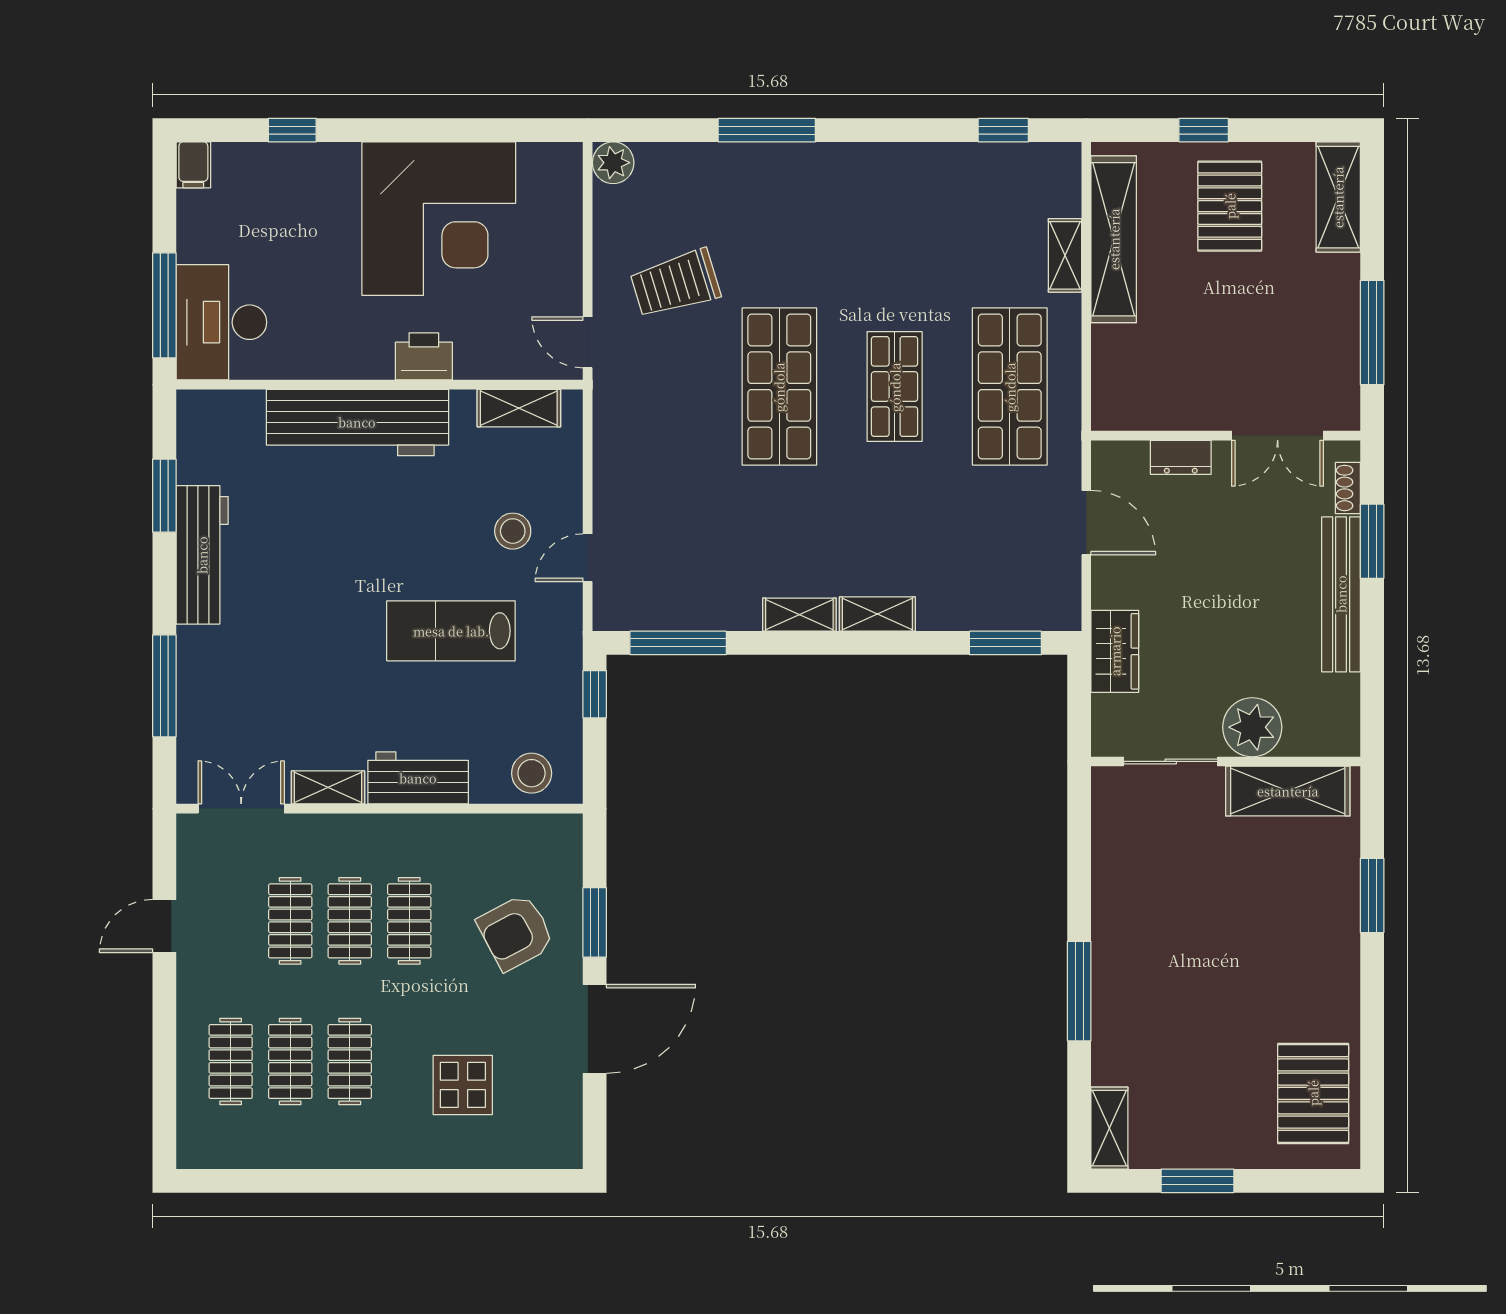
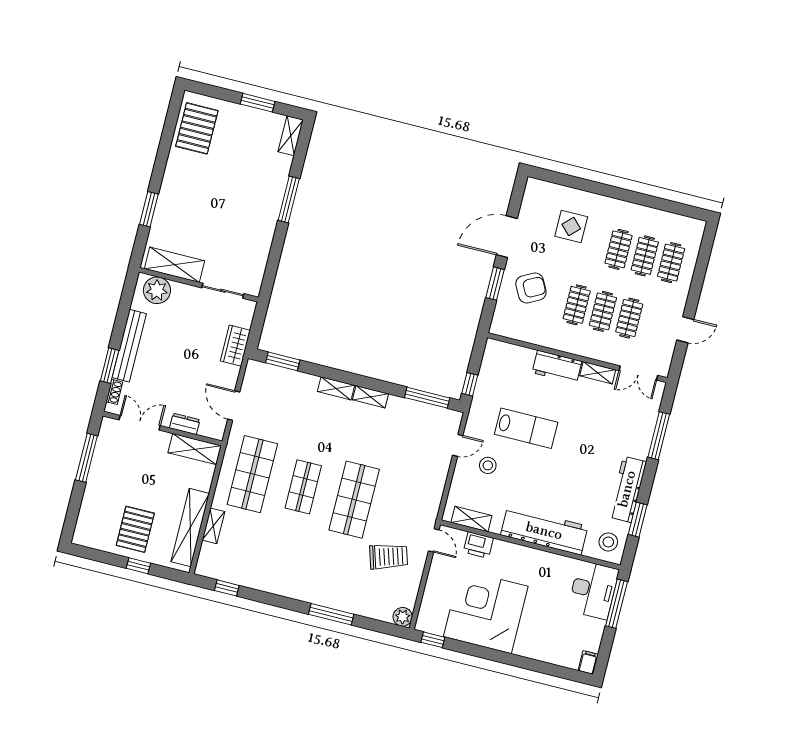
window: (292, 130) -> (433, 640), moved
shelving: (1338, 197) -> (195, 449), moved, turned 90
printer: (424, 356) -> (478, 545), moved
plant: (1252, 727) -> (157, 290), moved
stool: (532, 773) -> (608, 542), moved

